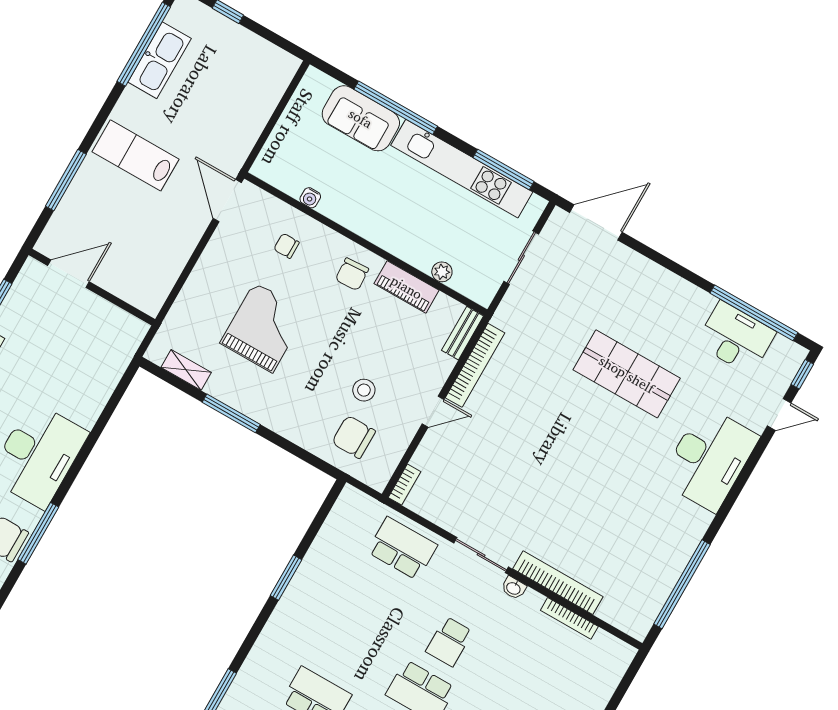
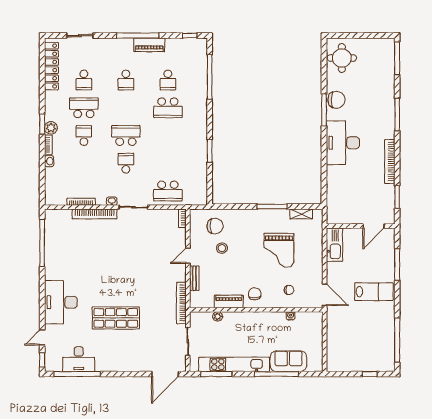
kitchen sink: (159, 60) -> (334, 245), moved, turned 180
bench: (463, 333) -> (194, 278), moved
bookcase: (475, 365) -> (181, 303), moved

